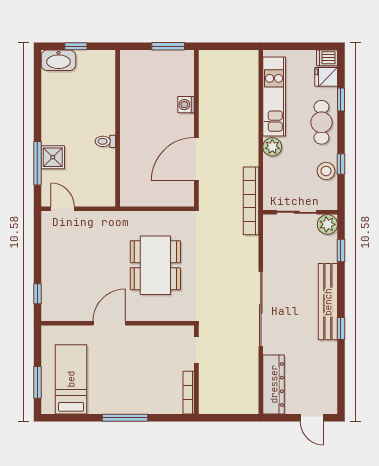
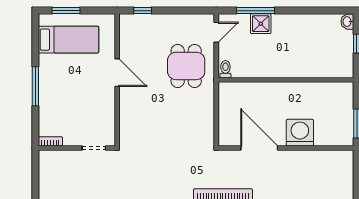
washbasin: (58, 60) -> (347, 22), width x0.52, depth x0.69
washing machine: (186, 105) -> (300, 133), width x1.89, depth x1.89
toilet: (105, 141) -> (225, 69), moved
dining table: (155, 265) -> (186, 66), moved, width x0.73
bookcase: (189, 393) -> (50, 141), width x0.64

